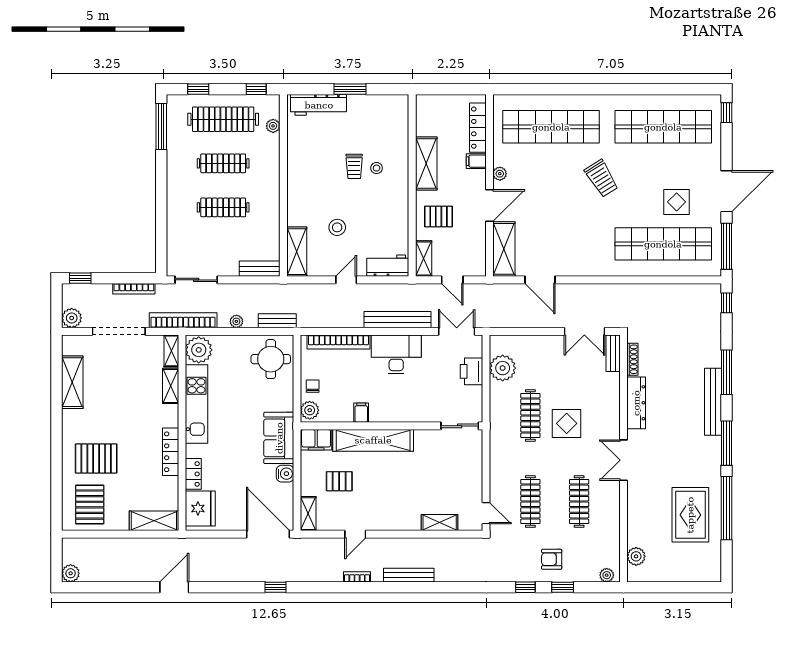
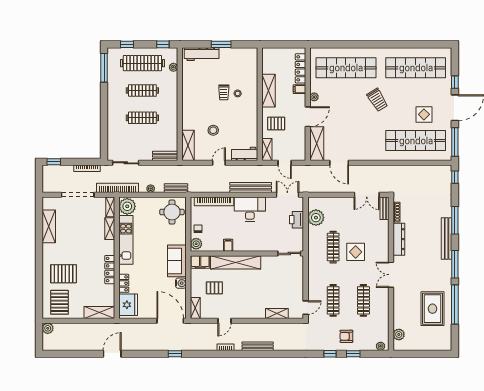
window: (727, 113) -> (455, 82), moved
plant: (72, 318) -> (48, 186), removed
door: (486, 513) -> (306, 308), hinge flipped
plant: (71, 573) -> (48, 328), moved

